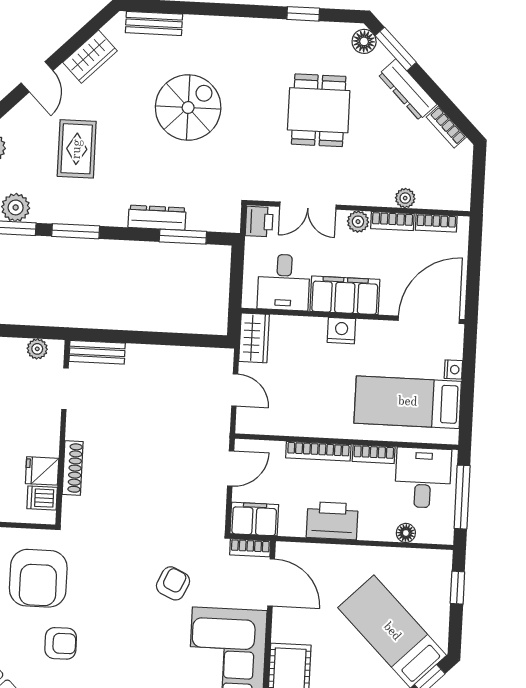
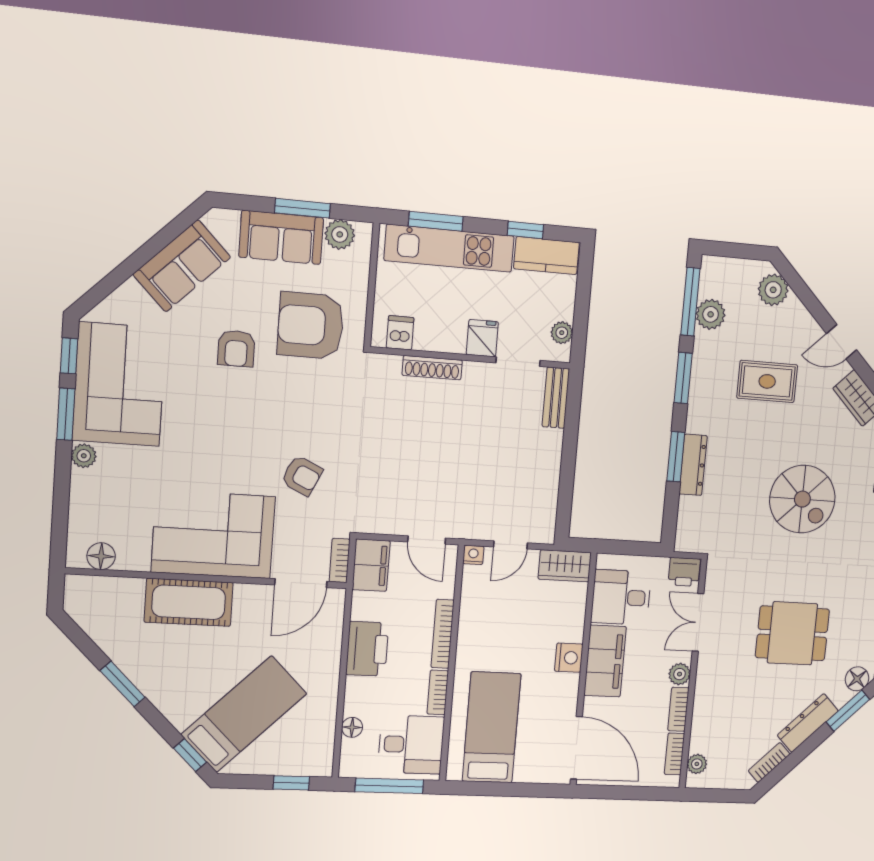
plant: (405, 198) -> (697, 764), moved
window: (183, 237) -> (676, 457), moved
nightstand: (453, 370) -> (473, 555), moved, turned 180
fridge: (42, 471) -> (482, 338), moved

